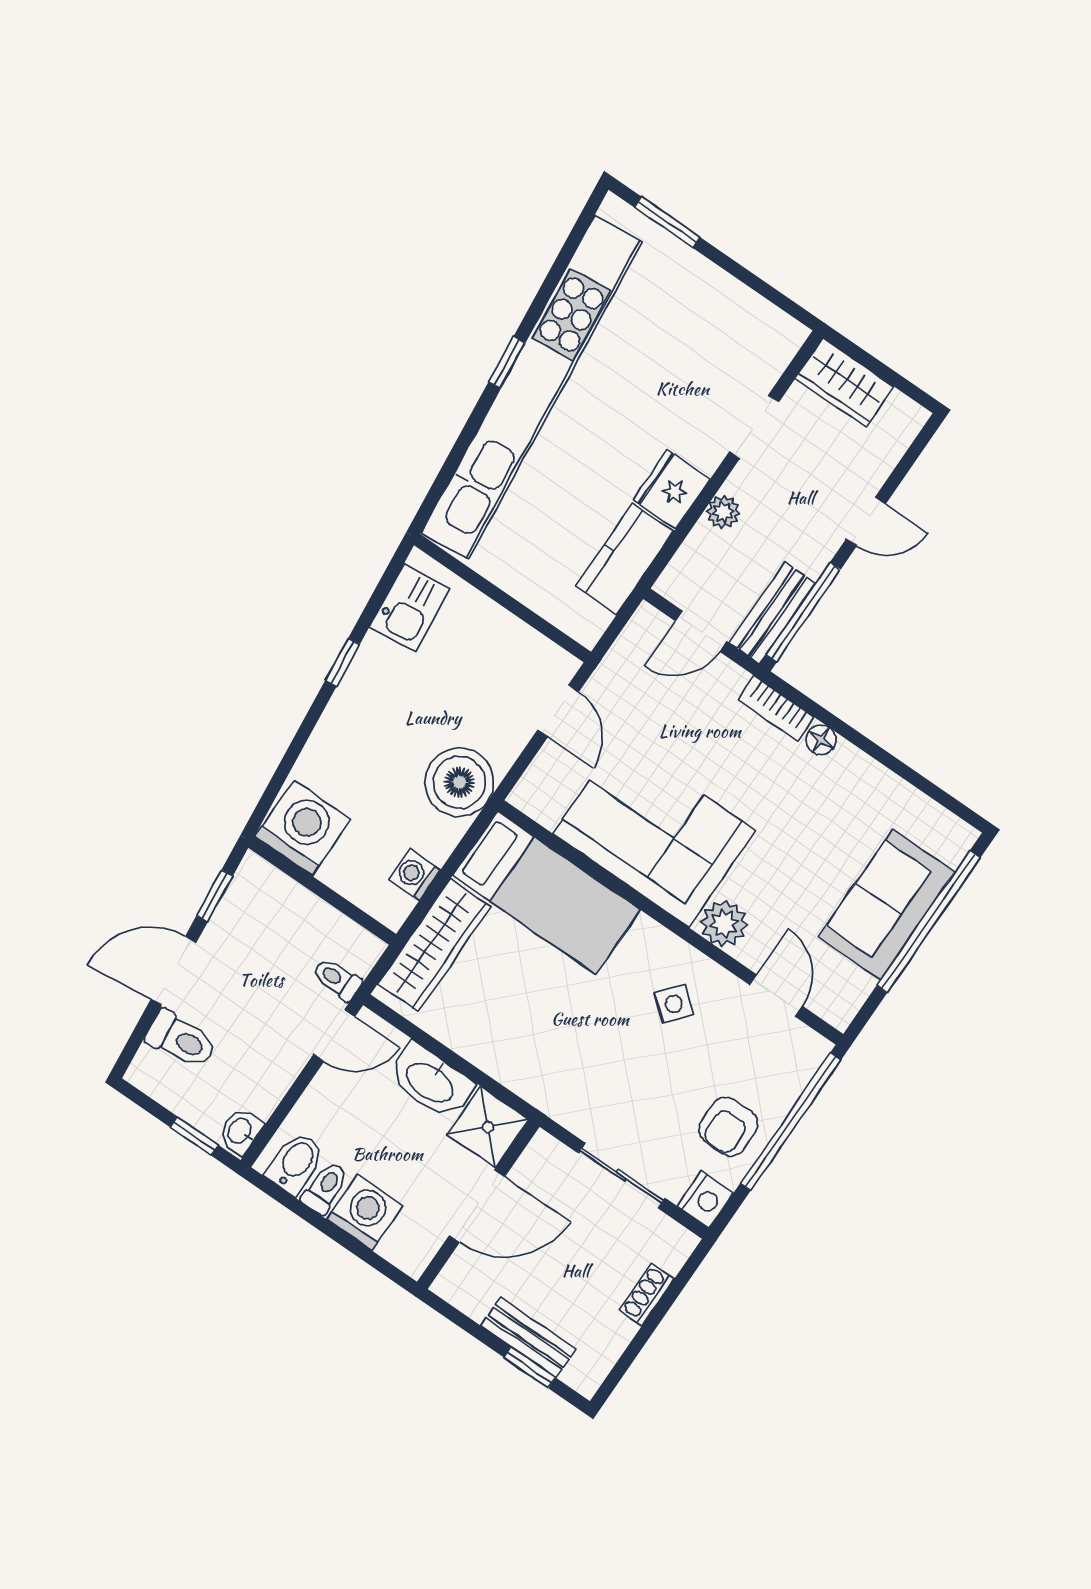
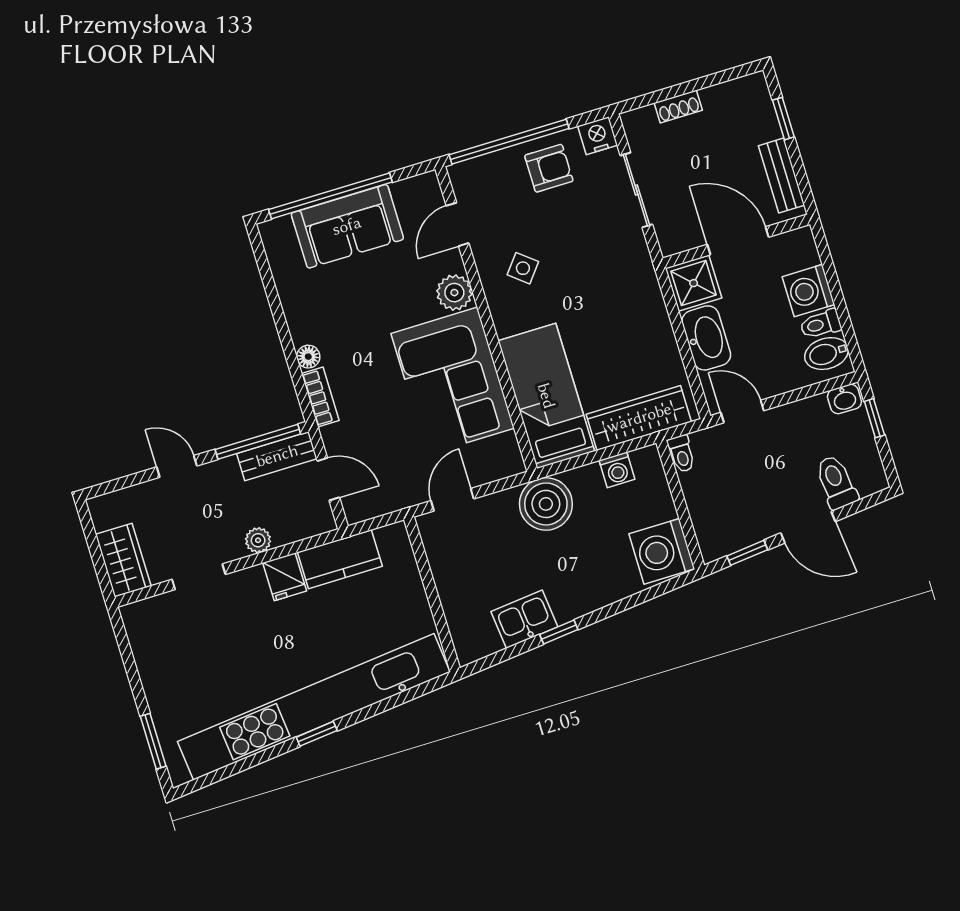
fridge: (671, 489) -> (285, 577), width x0.72
kitchen sink: (410, 608) -> (524, 619), moved
toilet: (337, 979) -> (681, 454), moved
bench: (528, 1337) -> (781, 175), moved

